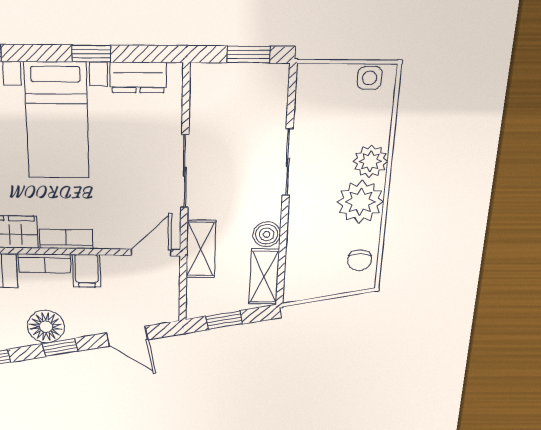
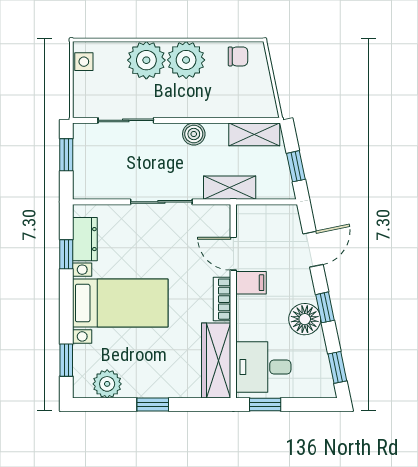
window: (91, 53) -> (66, 254), moved
plant: (370, 161) -> (146, 60), width x1.36, depth x1.36
sliding door: (288, 162) -> (126, 120), moved
boiler: (267, 234) -> (194, 134), moved
door: (151, 252) -> (233, 254), moved
bookcase: (45, 263) -> (245, 318), removed

